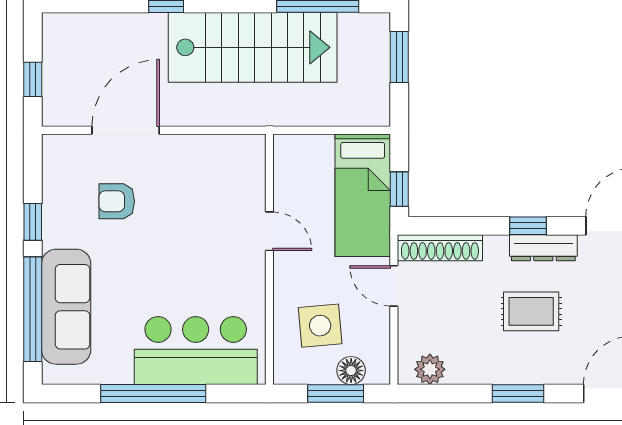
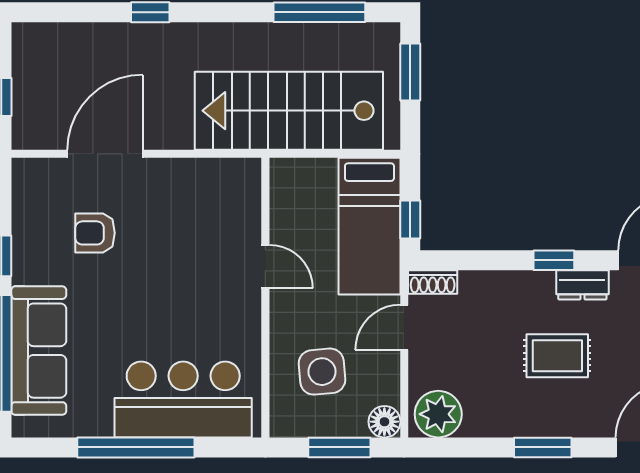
stairs: (253, 47) -> (289, 111), moved, turned 180
shoe rack: (440, 248) -> (433, 282), width x0.51, depth x0.81
dresser: (543, 248) -> (582, 285), width x0.70
door: (394, 286) -> (404, 327), hinge flipped
plant: (430, 369) -> (438, 414), width x1.36, depth x1.36
floor lamp: (351, 371) -> (384, 422), moved

